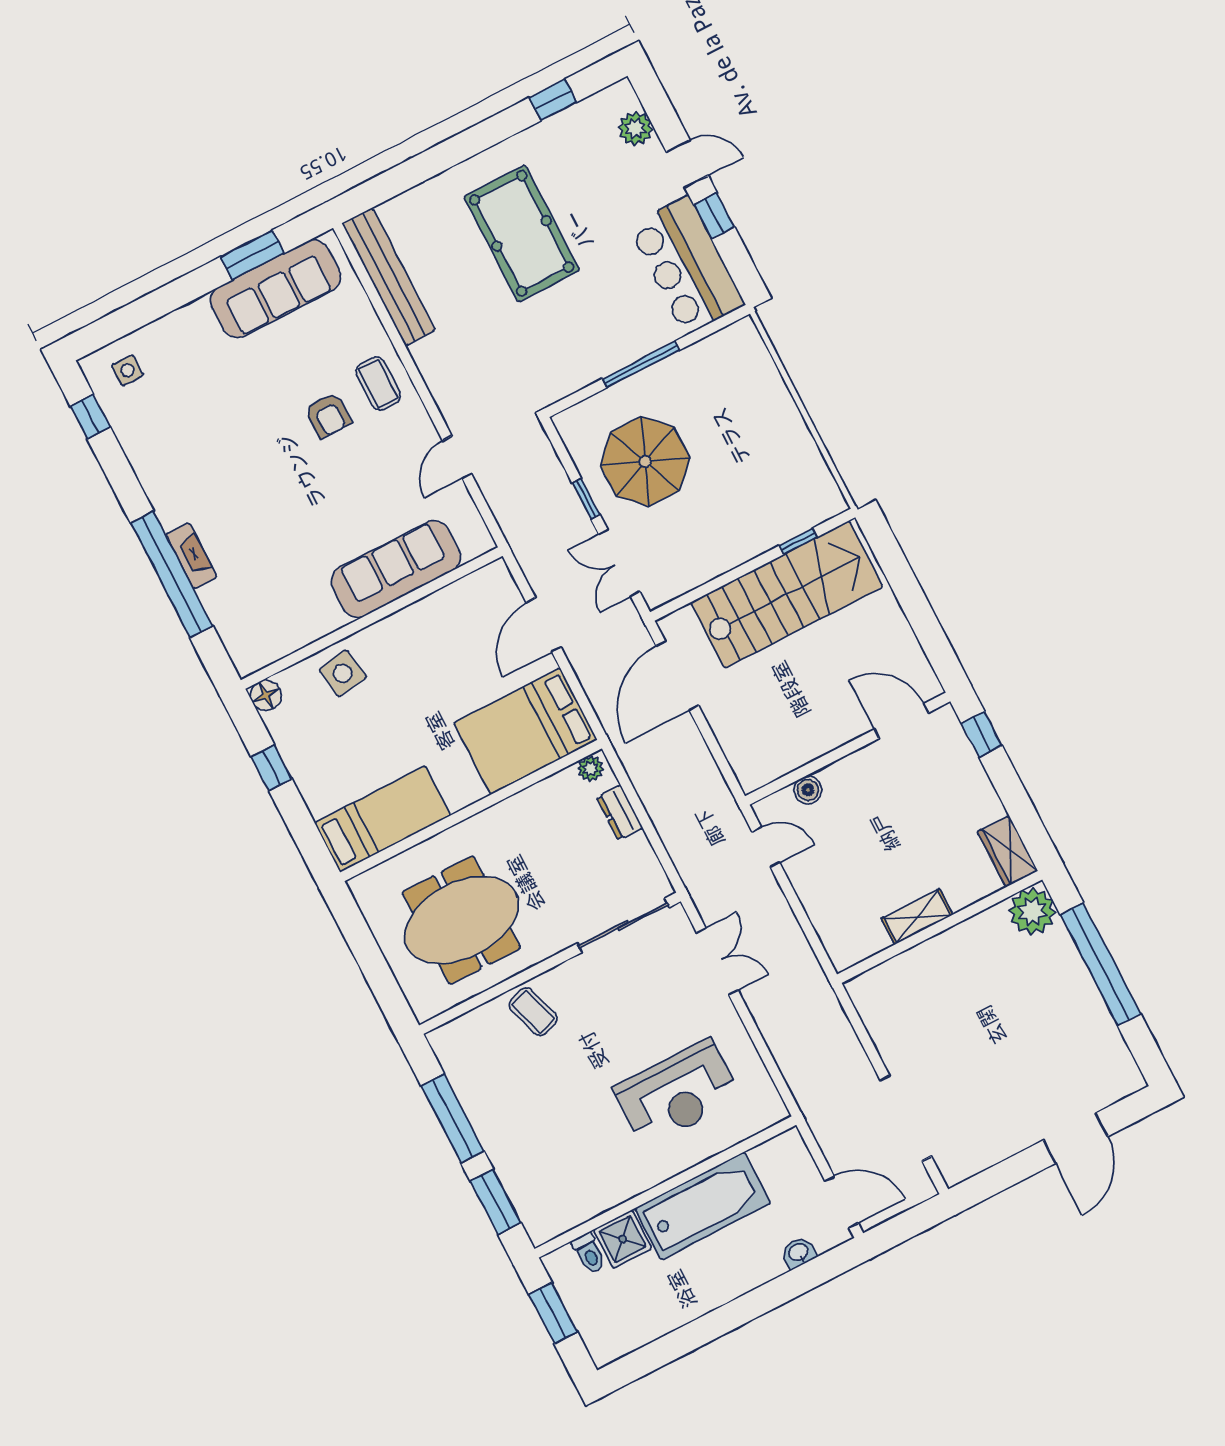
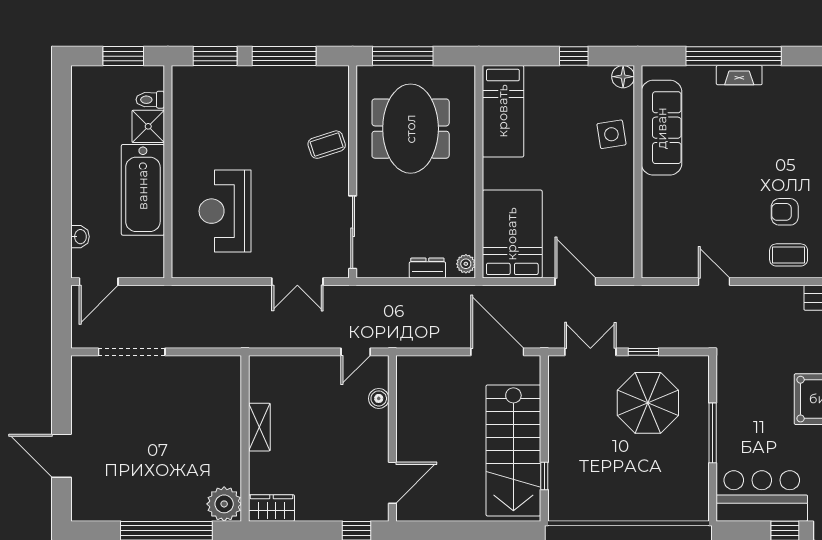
sofa: (396, 569) -> (662, 128), moved
window: (378, 975) -> (403, 56), added

